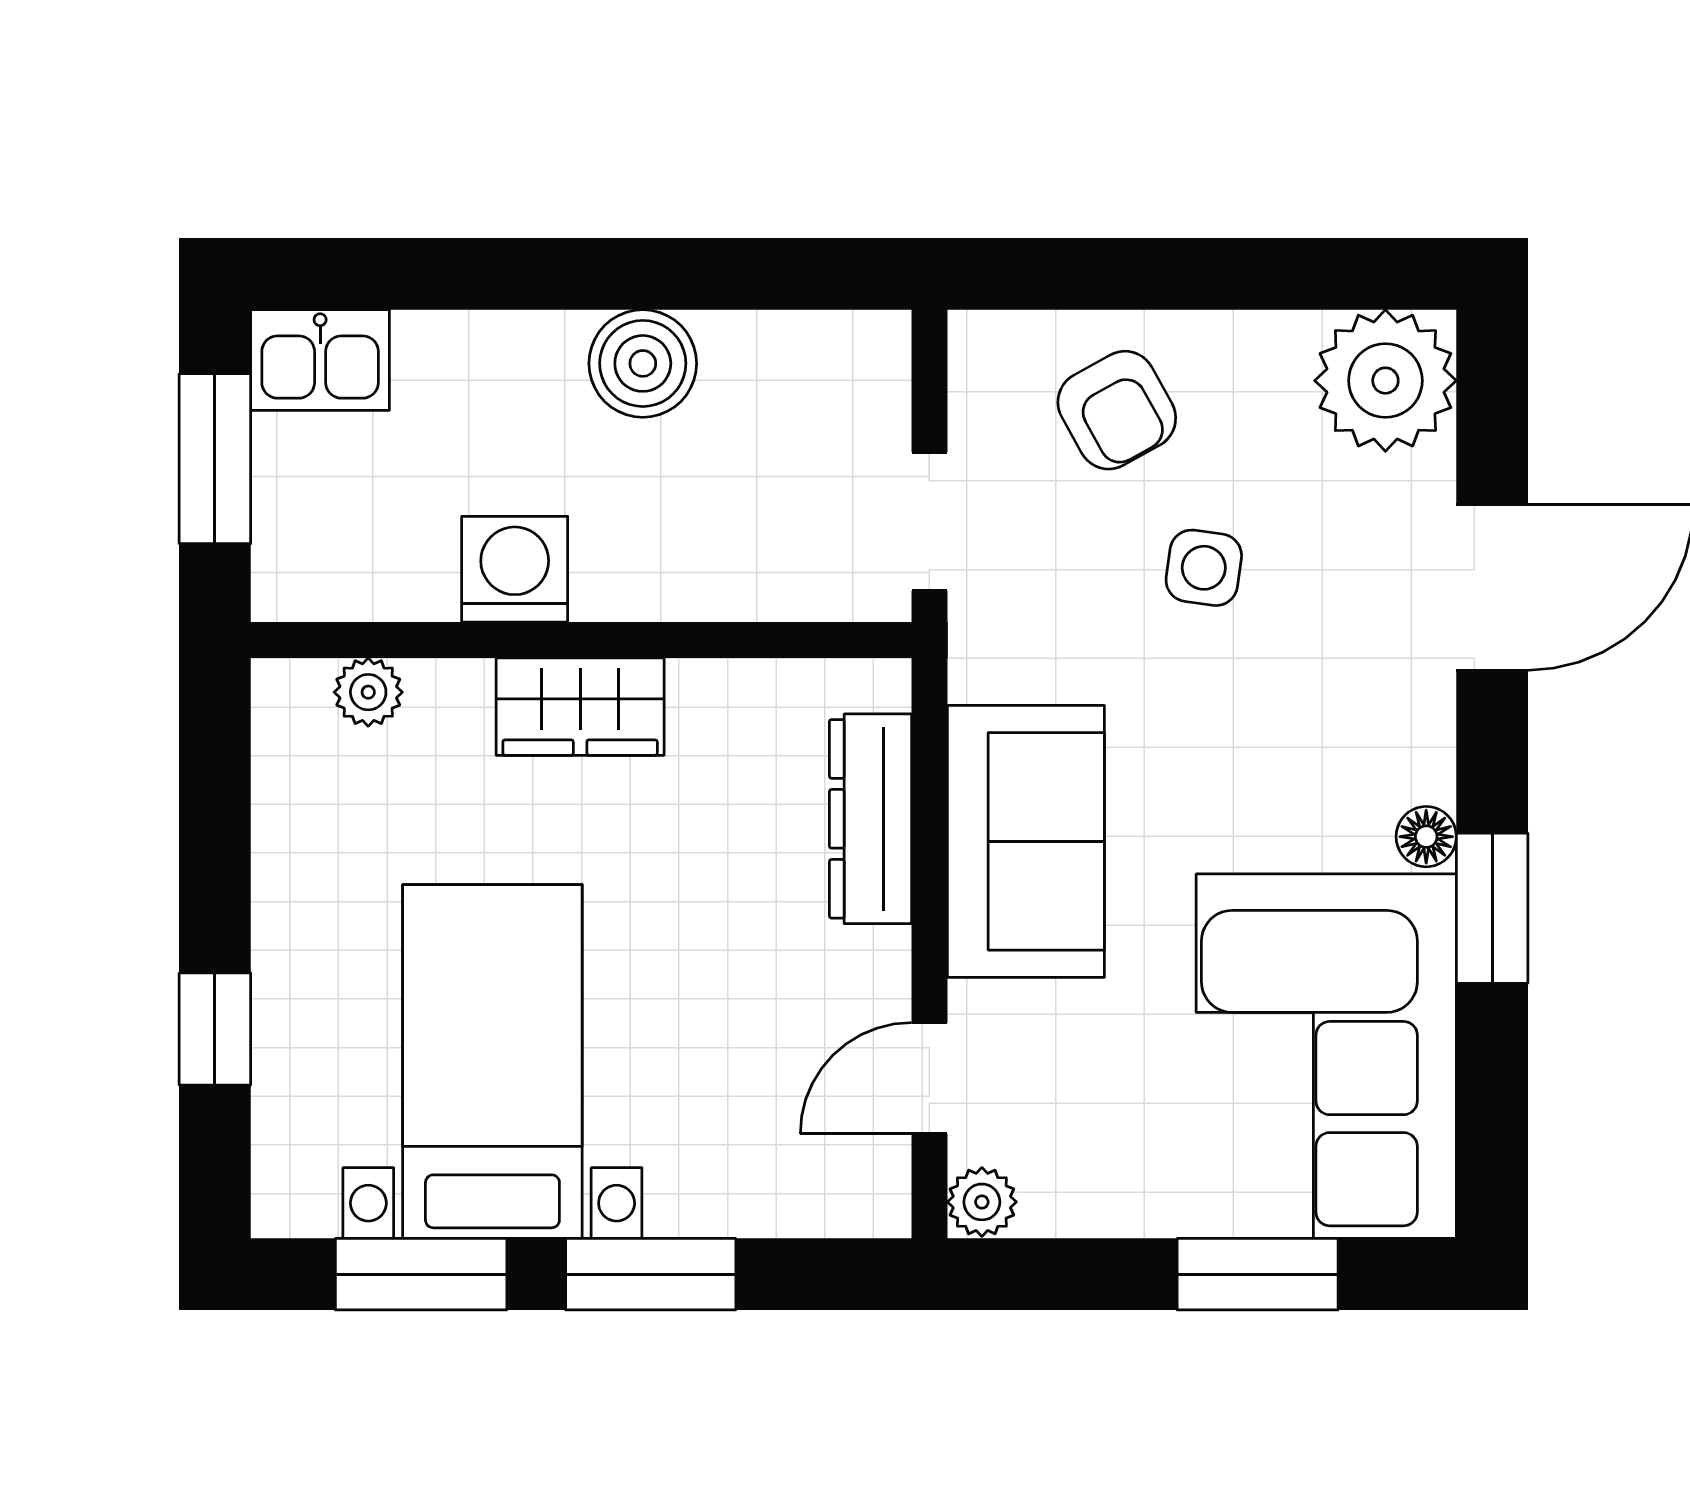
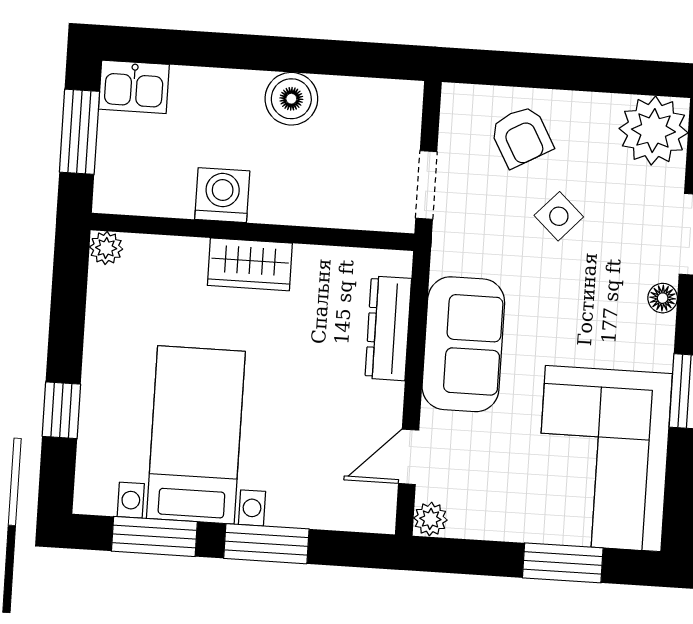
side table: (1204, 568) -> (559, 216), turned 35
plant: (368, 692) -> (106, 248), moved
floor lamp: (1426, 837) -> (663, 298), moved

